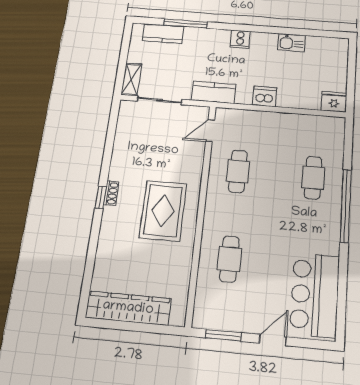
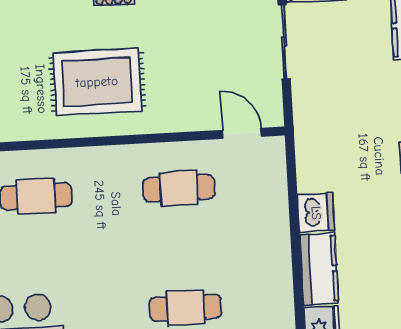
kitchen counter: (214, 92) -> (319, 269), moved

